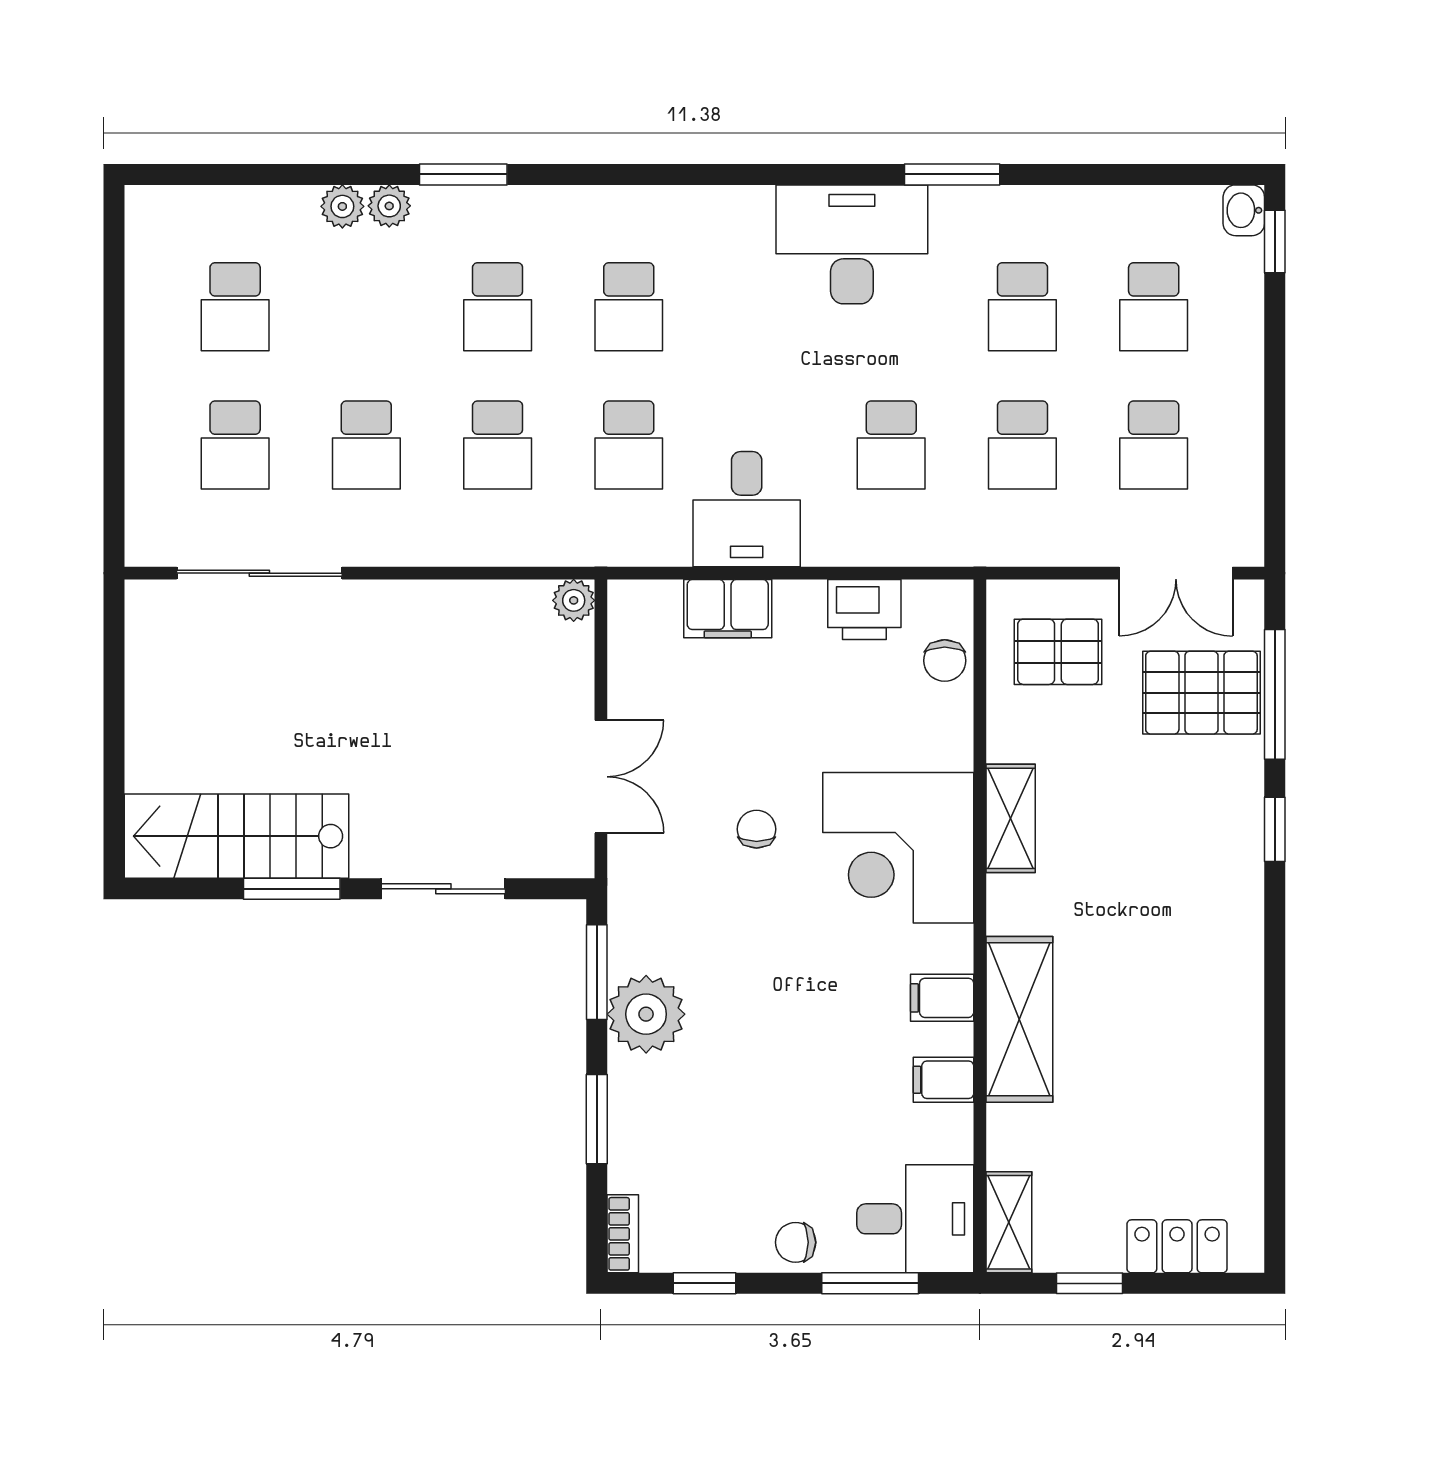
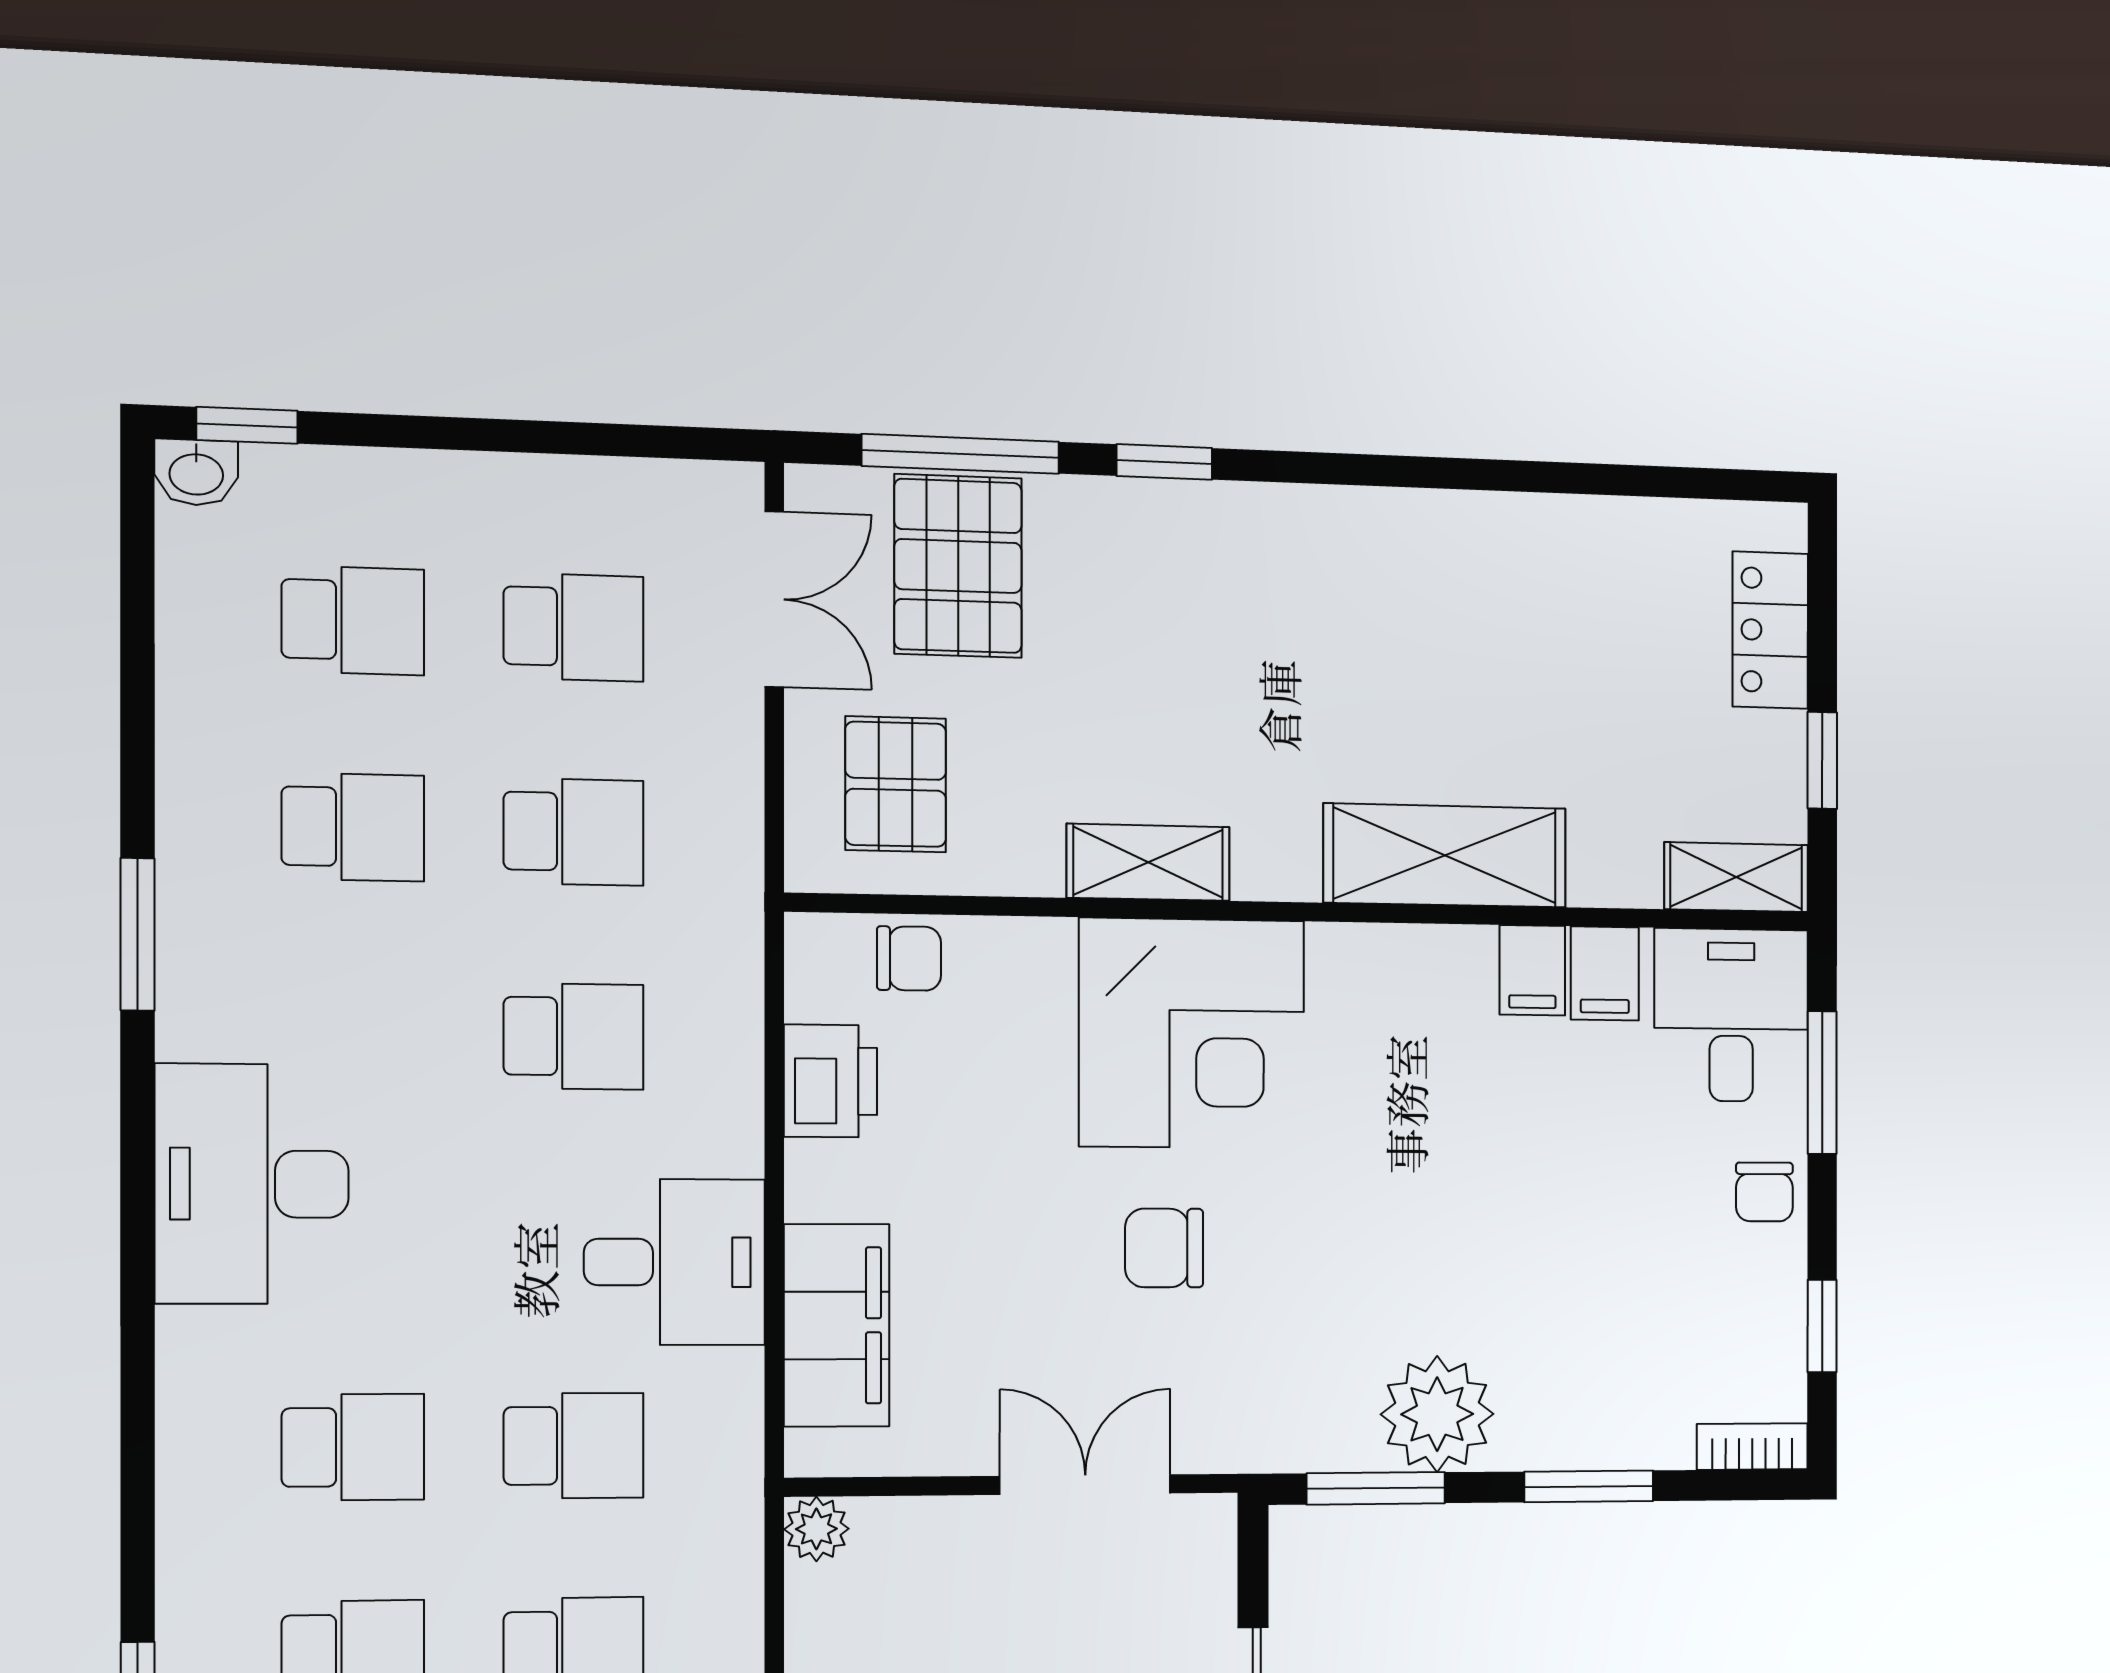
desk: (852, 244) -> (252, 1184), moved
filing cabinet: (728, 609) -> (837, 1325), width x1.50, depth x1.17
chair: (757, 829) -> (1164, 1248), width x1.37, depth x1.37
filing cabinet: (942, 998) -> (1605, 973), moved

